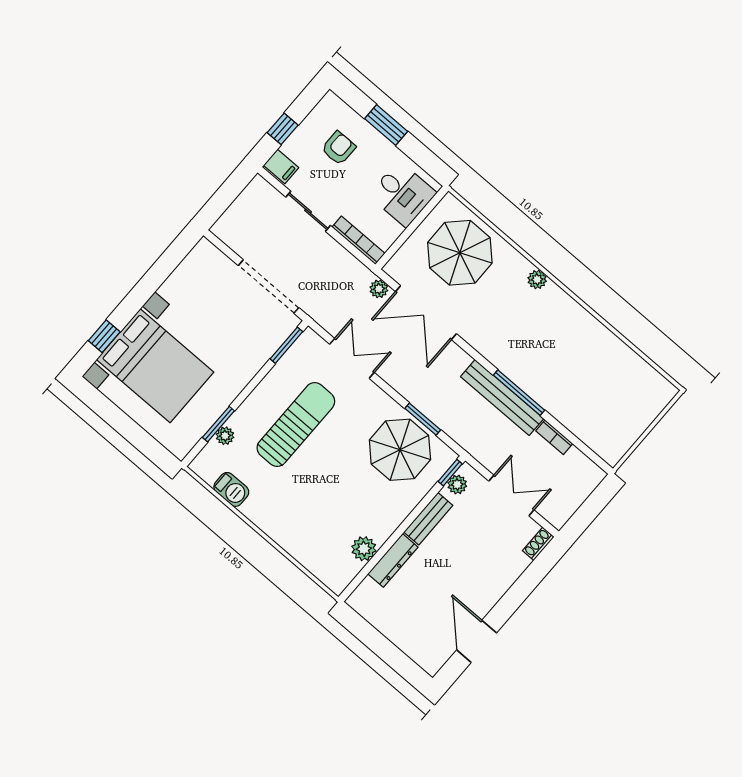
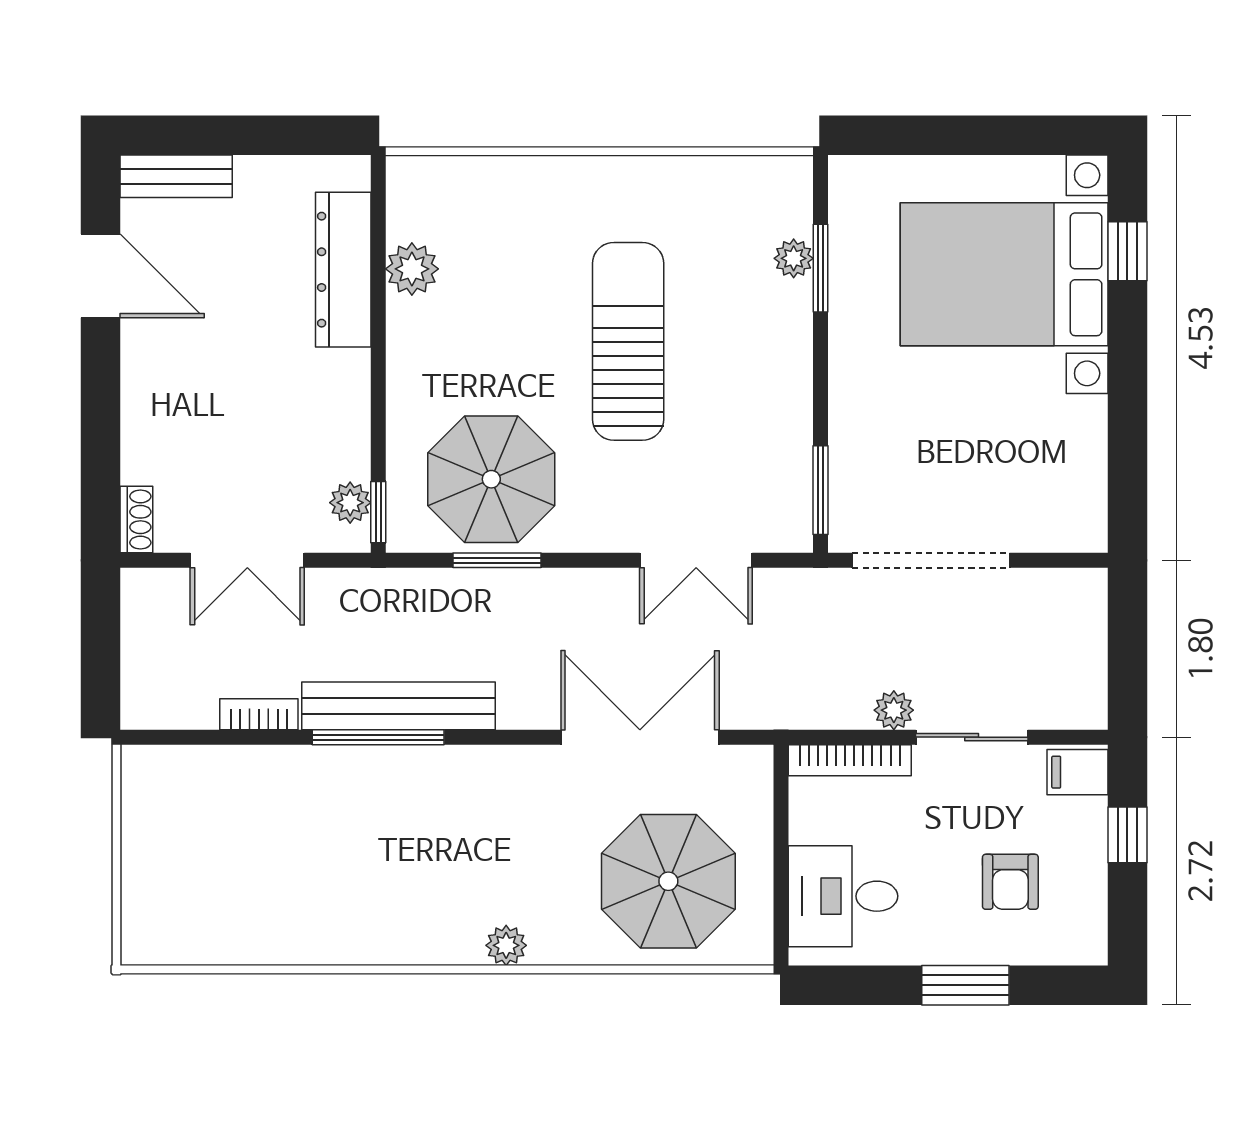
plant: (379, 289) -> (894, 710), moved
sun lounger: (296, 425) -> (628, 341), moved, turned 180
barbecue: (231, 489) -> (709, 180), removed
bench: (428, 519) -> (176, 176), moved, turned 90
dresser: (393, 560) -> (343, 270), width x1.37, depth x1.24

